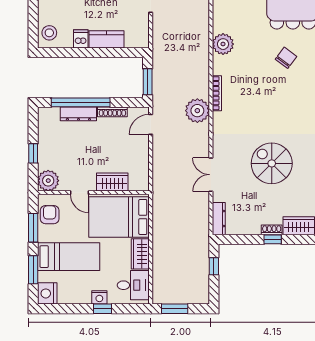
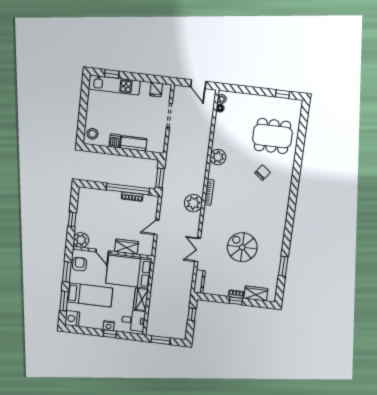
window: (81, 102) -> (128, 189), moved
dresser: (78, 114) -> (108, 195), removed
door: (151, 124) -> (156, 228), moved

